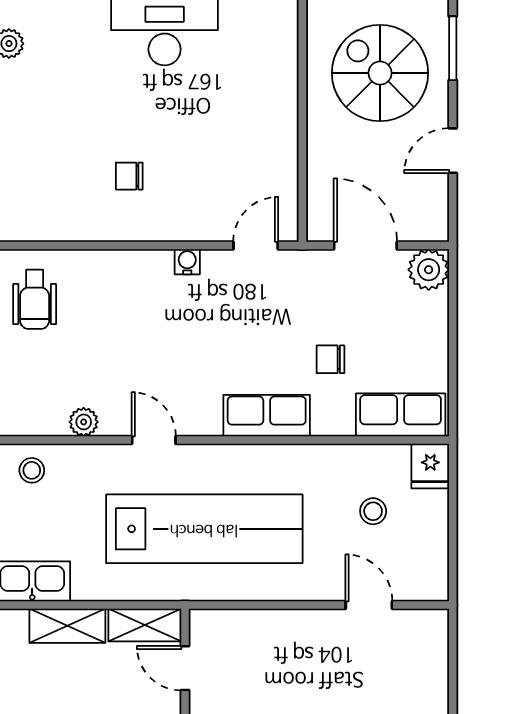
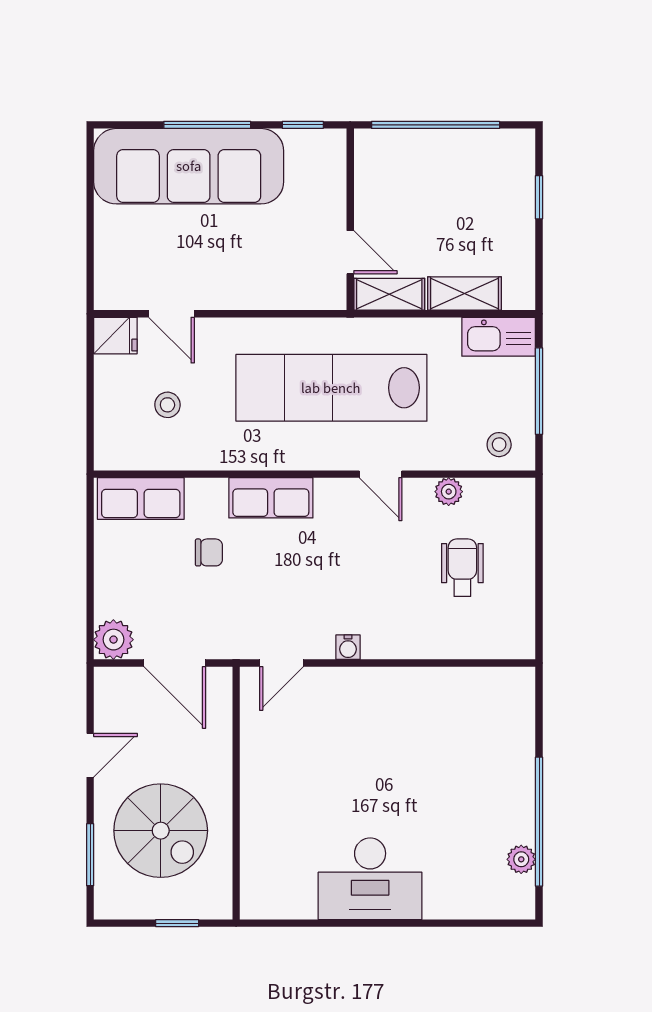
chair: (129, 176) -> (404, 731), removed
wheelchair: (35, 299) -> (462, 568), moved
fridge: (430, 466) -> (115, 336), moved, turned 90

